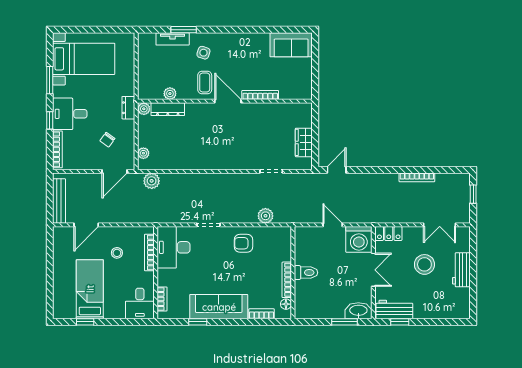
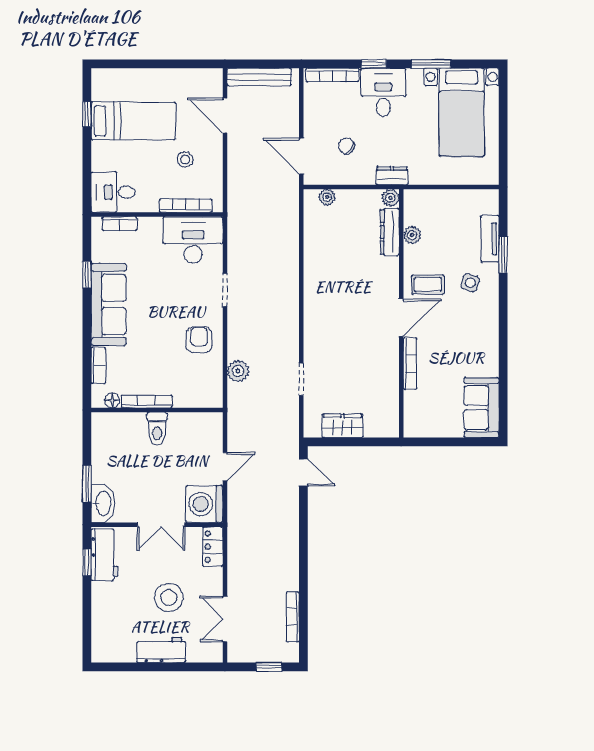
bookcase: (417, 177) -> (293, 617), moved
plant: (152, 181) -> (288, 209), removed

